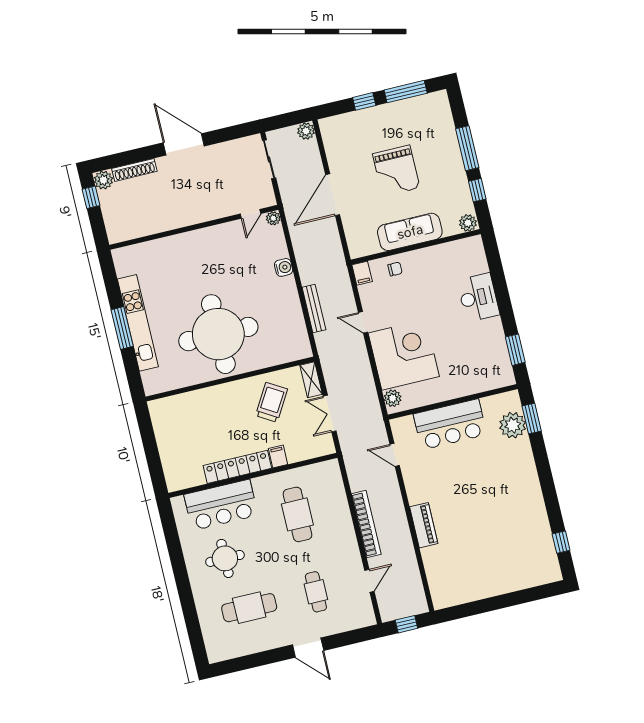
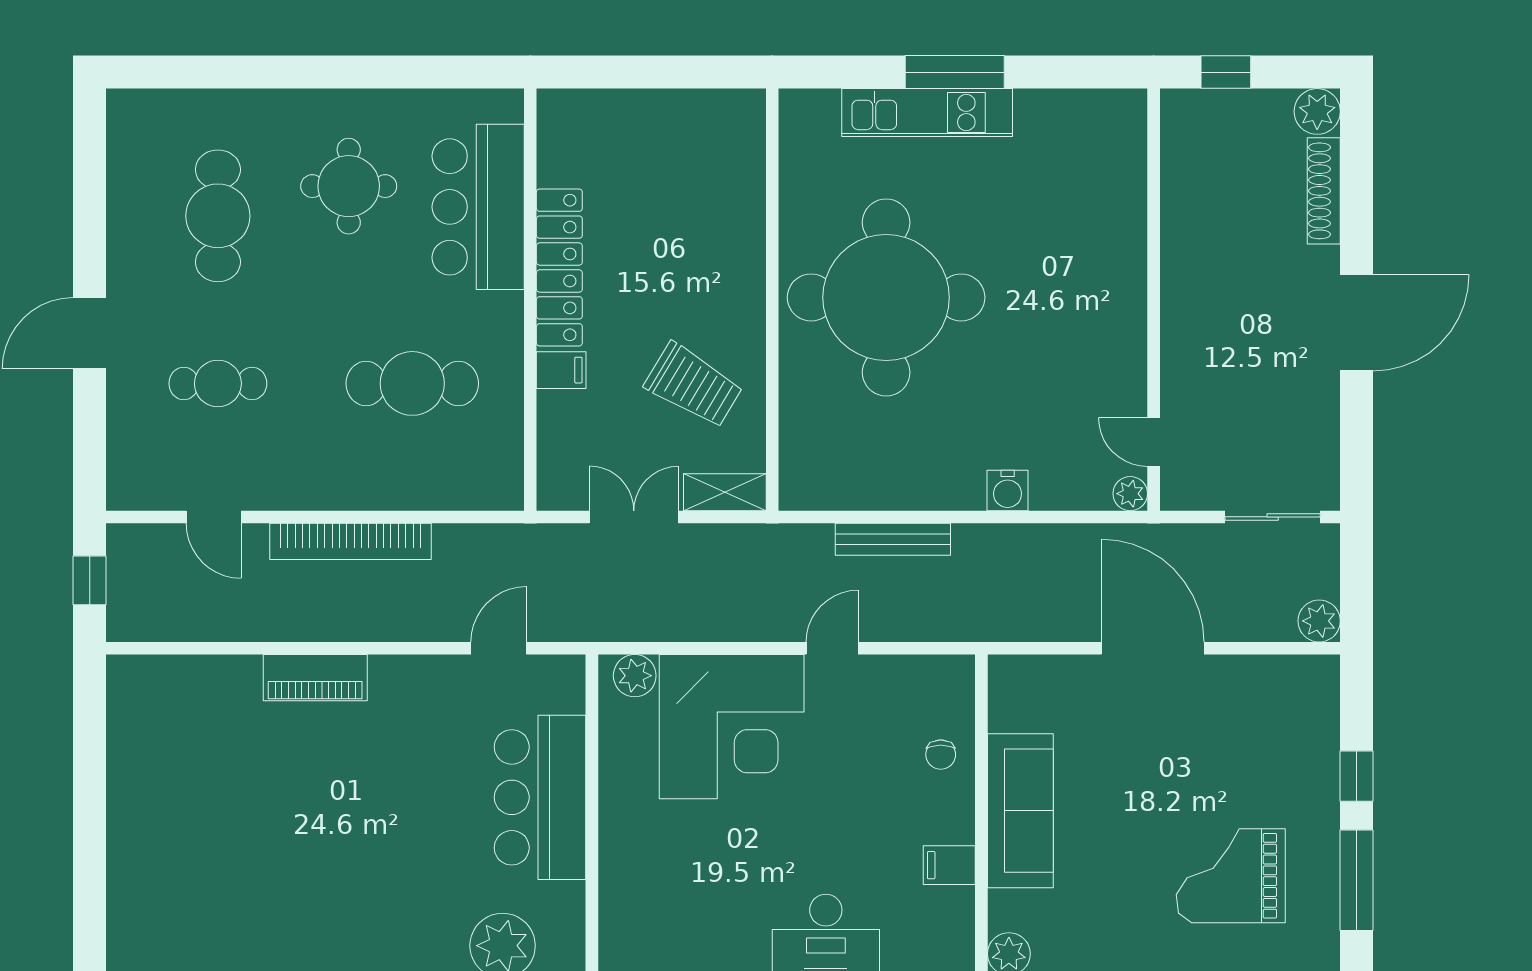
grand piano: (396, 171) -> (1231, 876), moved
window: (91, 197) -> (1226, 72), moved
filing cabinet: (362, 273) -> (949, 865), moved
kitchen unit: (138, 323) -> (927, 112), width x0.73

